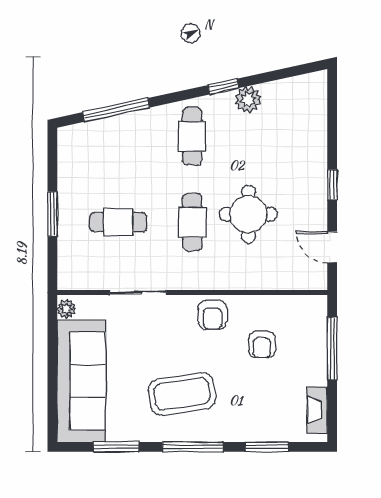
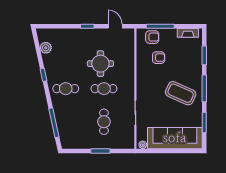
plant: (248, 100) -> (46, 48), moved
door: (332, 247) -> (115, 26), swing flipped
armchair: (212, 315) -> (152, 37), moved
coffee table: (182, 394) -> (181, 93), turned -57

